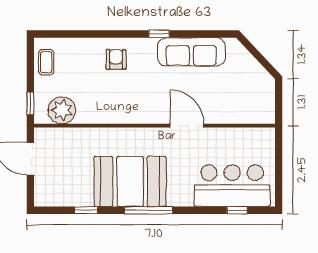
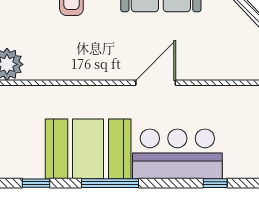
door: (187, 126) -> (156, 83), hinge flipped
bar counter: (232, 186) -> (177, 154), moved

